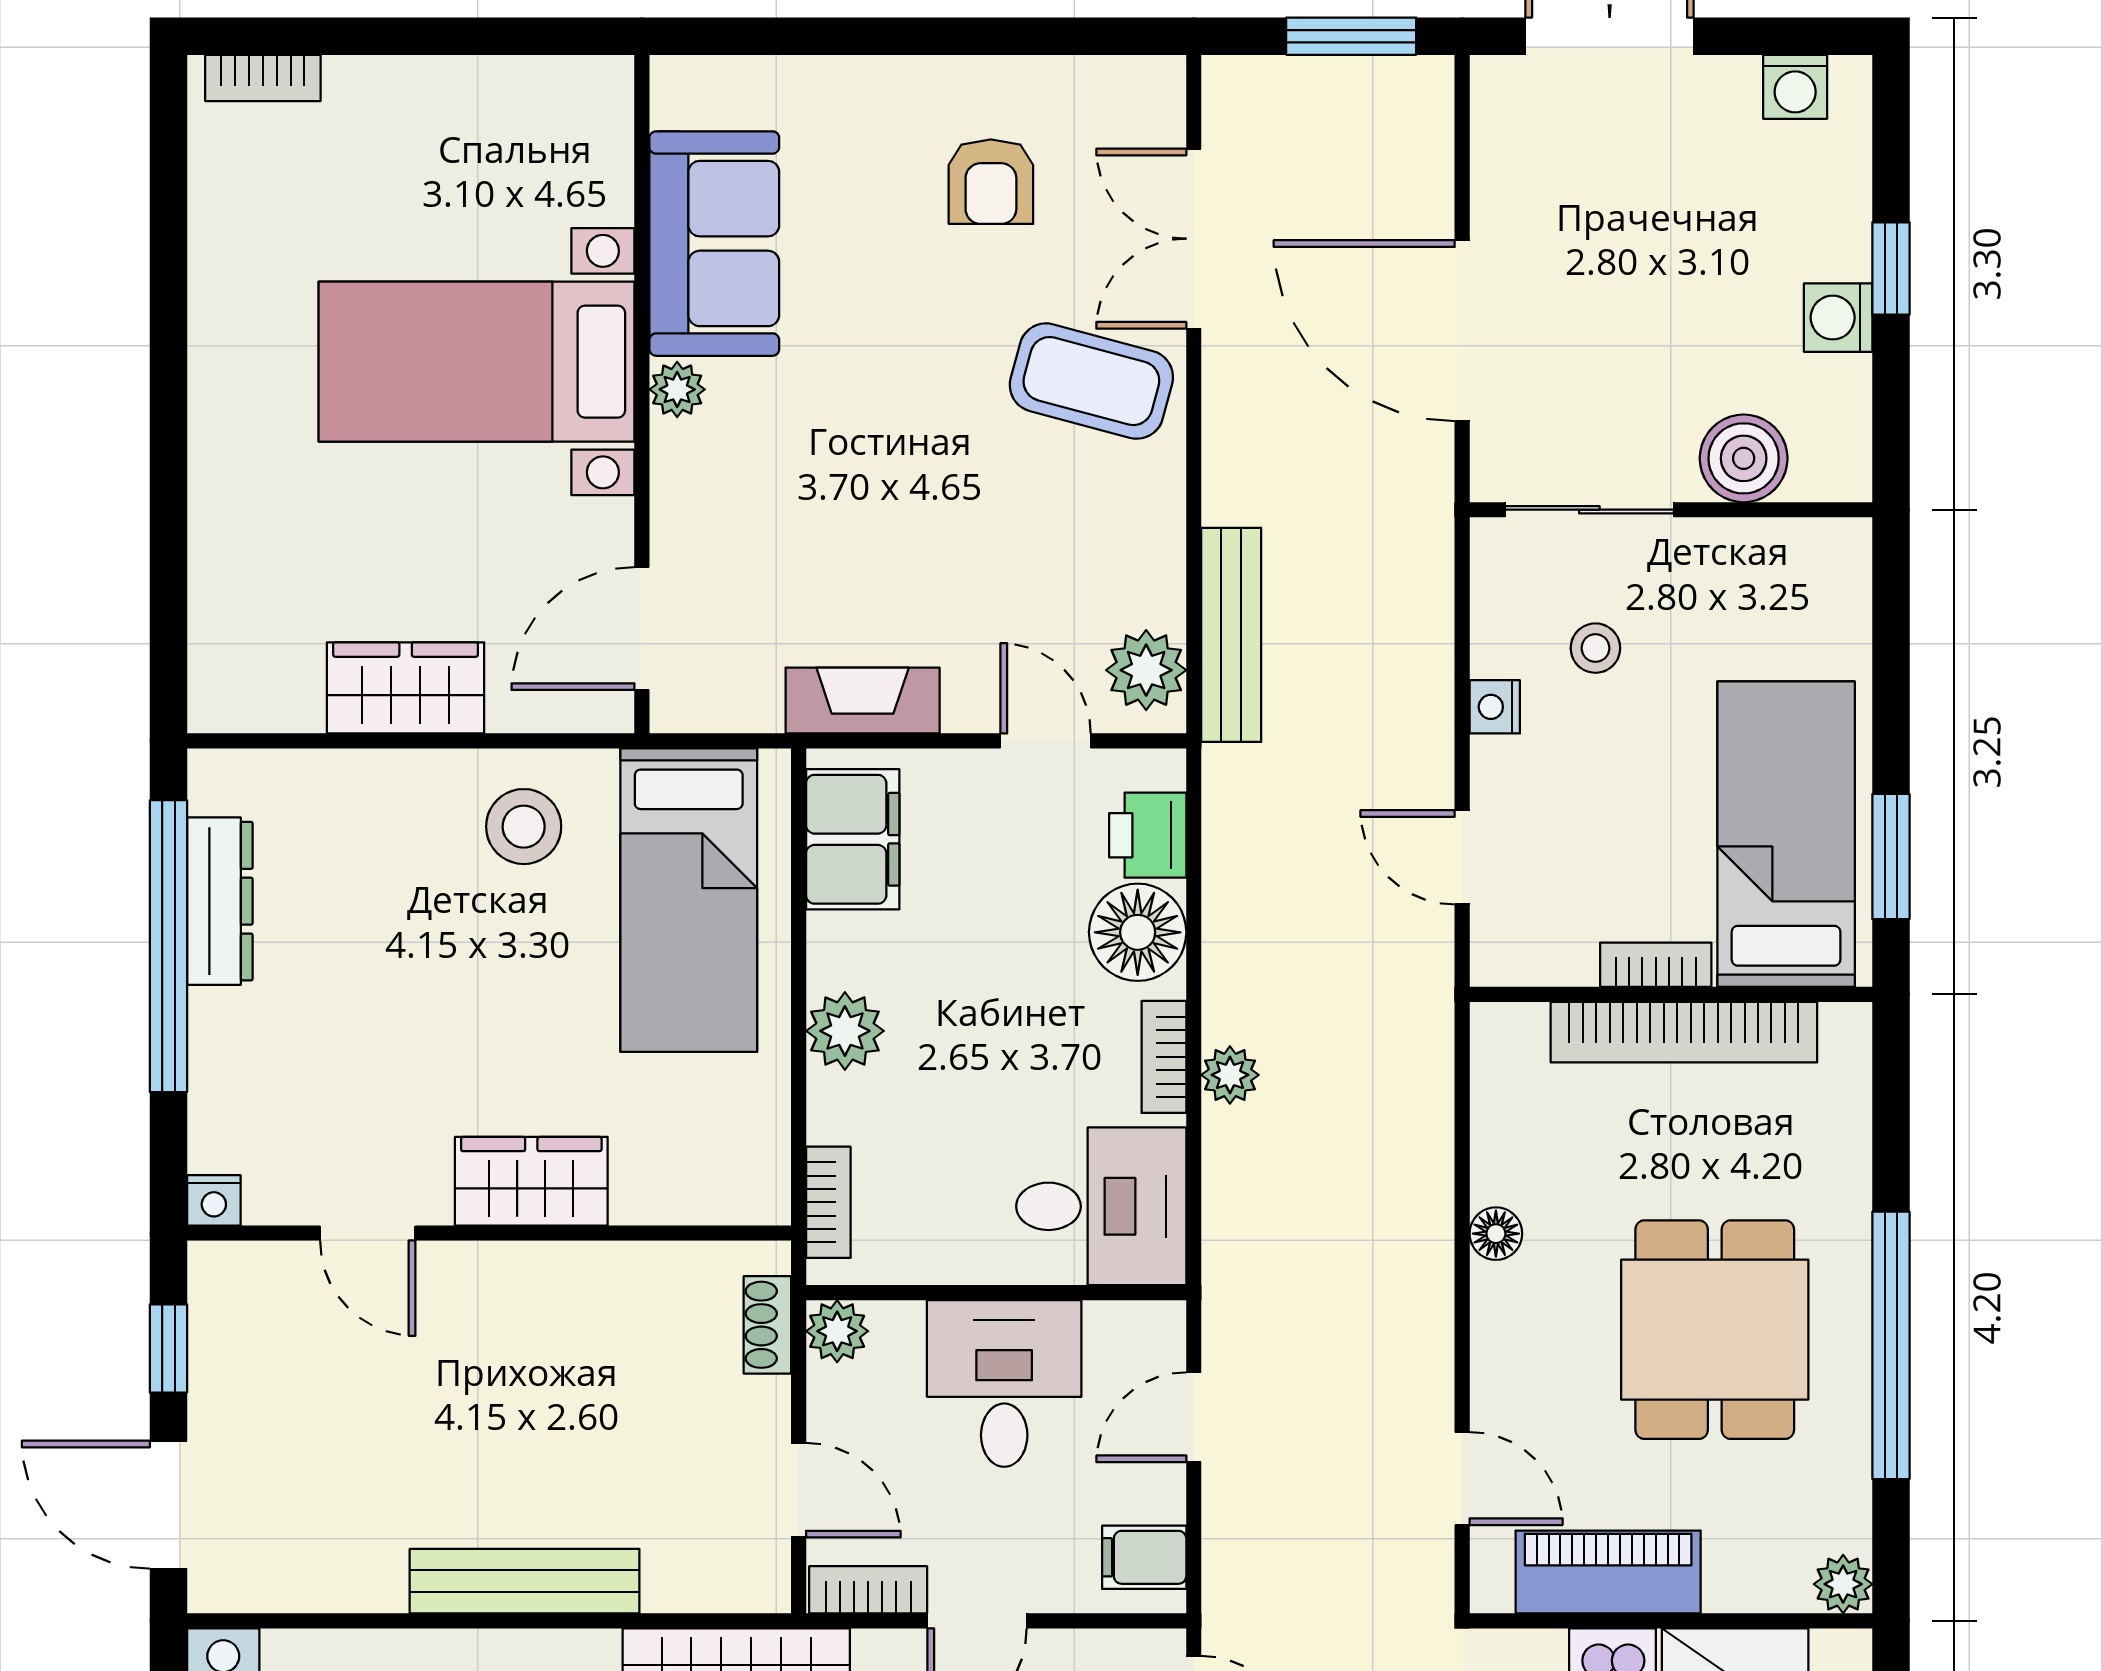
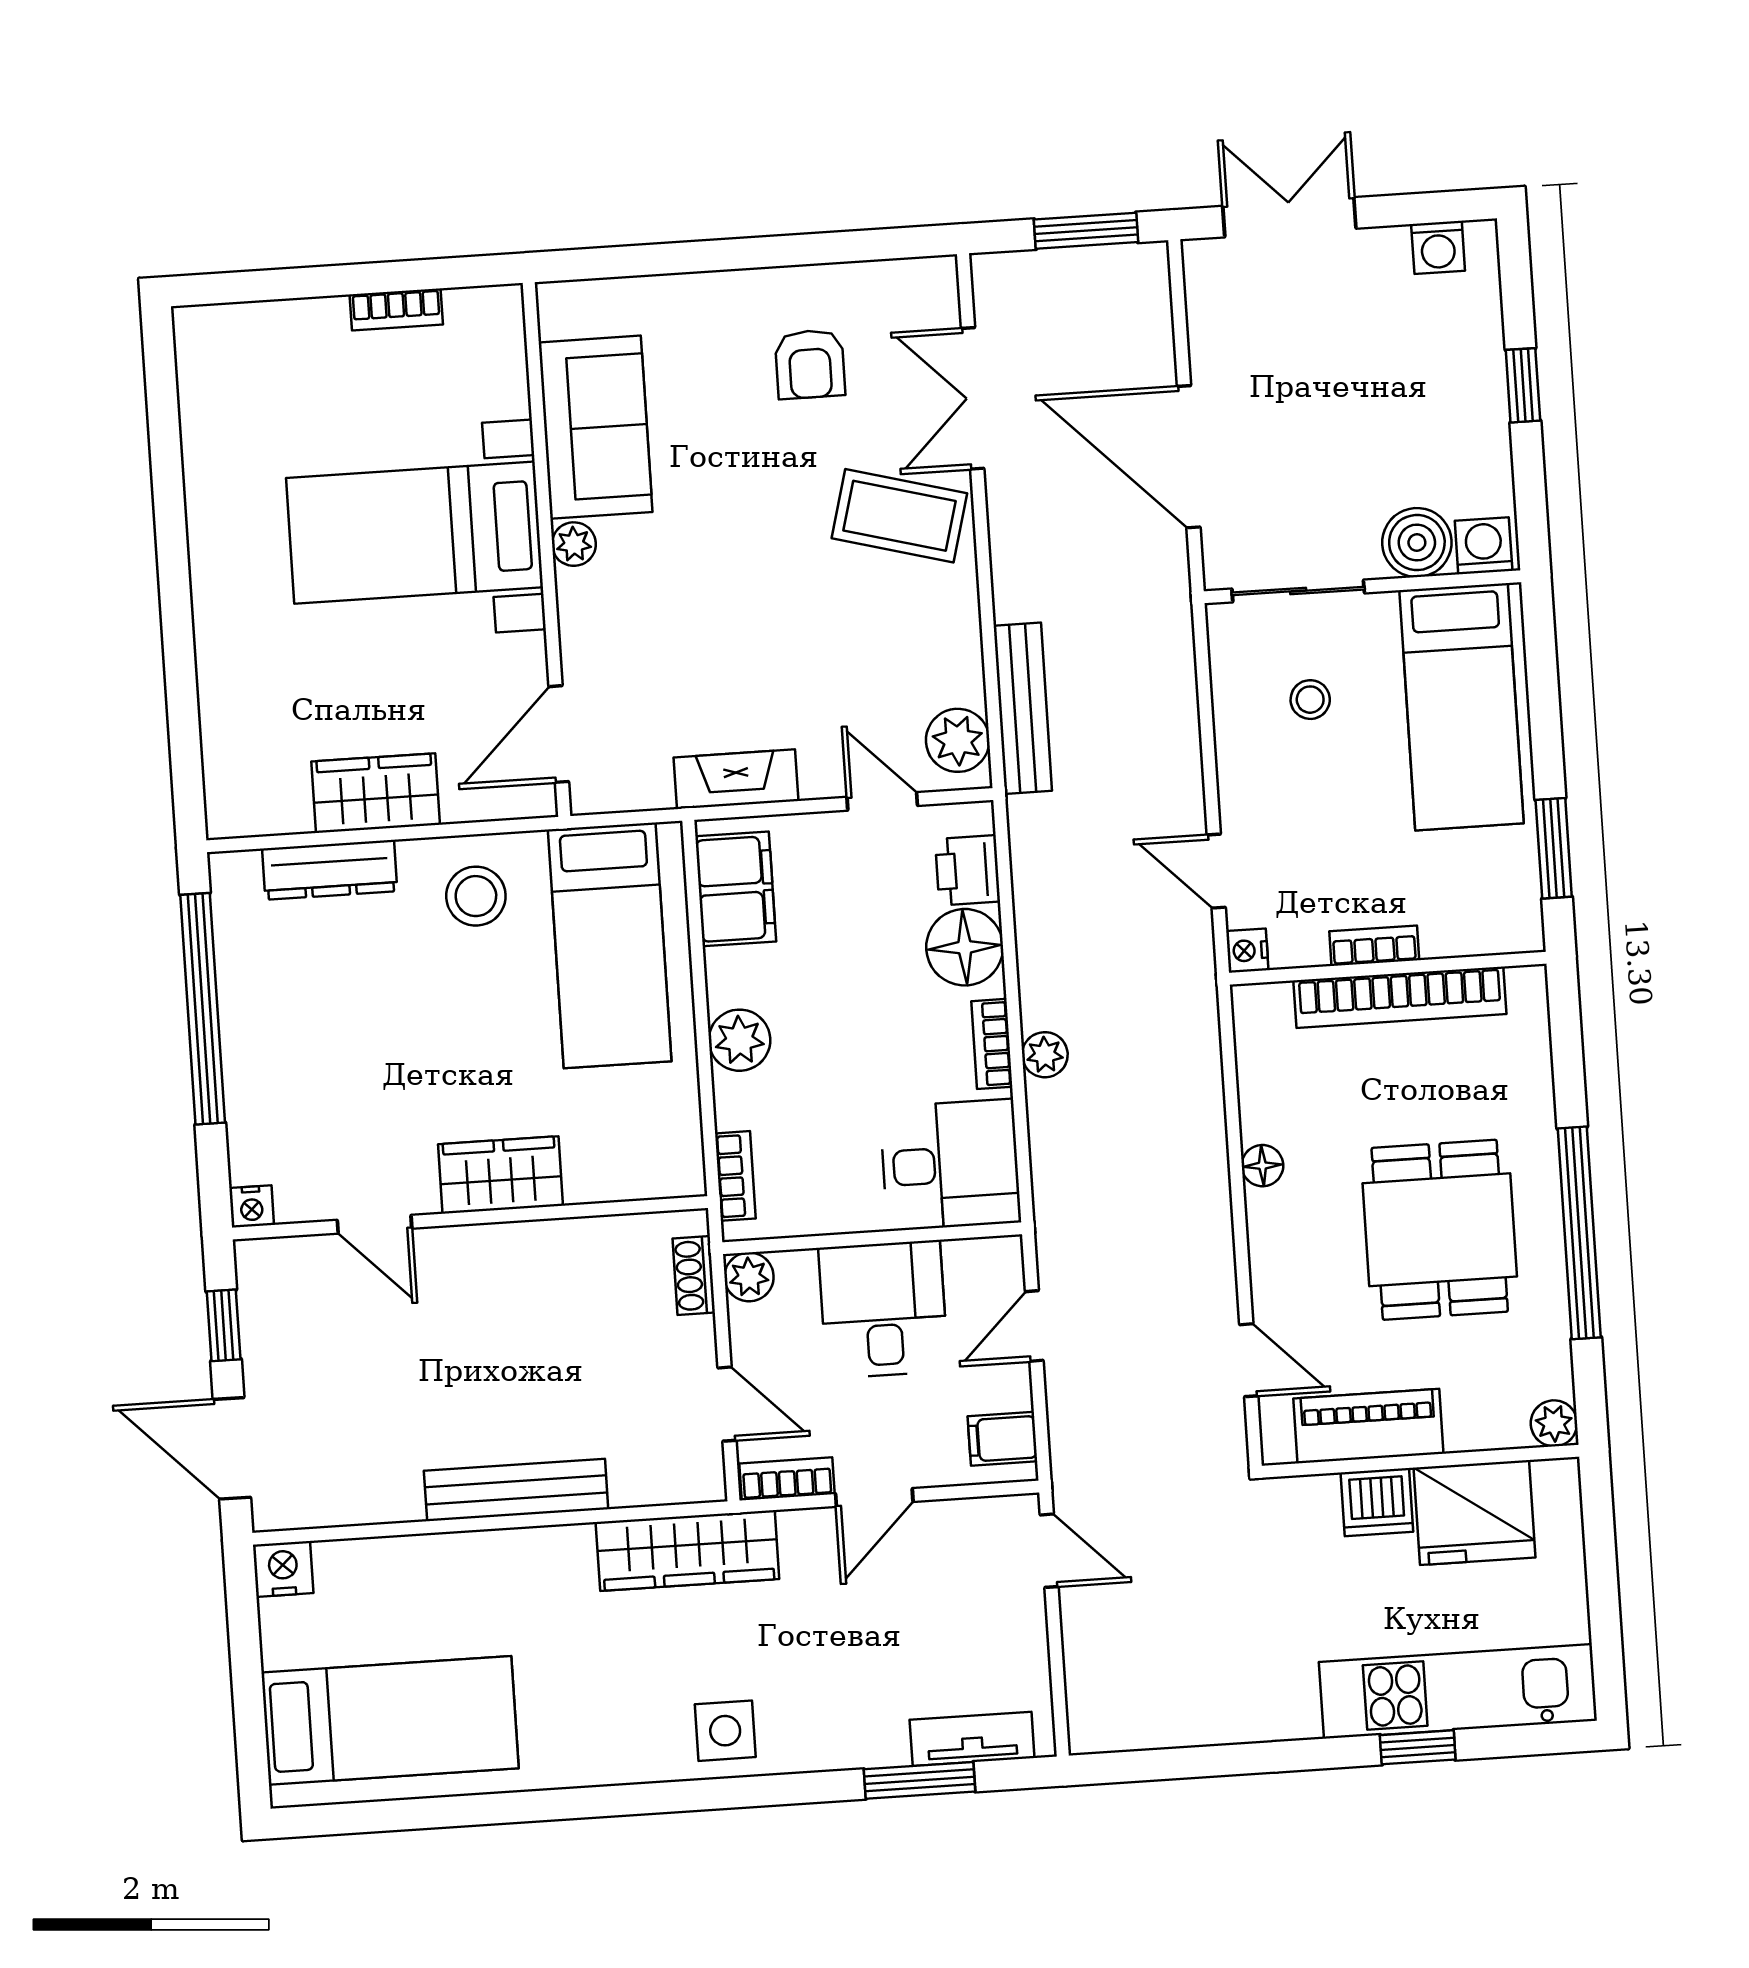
bookcase: (263, 78) -> (396, 310), moved
washing machine: (1838, 318) -> (1484, 546), moved, turned 90
nightstand: (1495, 707) -> (1247, 951), moved
bed: (1786, 834) -> (1461, 707), moved, turned 180
dresser: (220, 901) -> (330, 870), moved, turned 90

